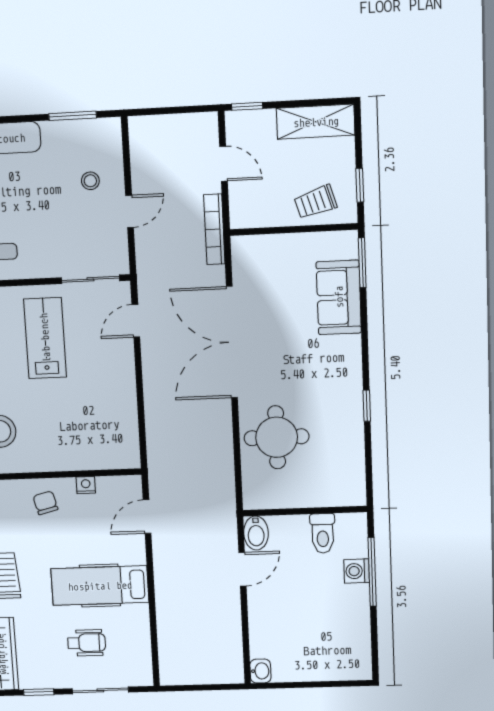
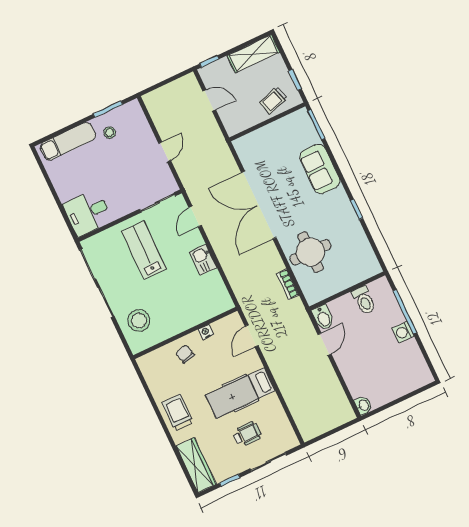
stool: (90, 181) -> (110, 133), moved
bookcase: (214, 229) -> (288, 284), moved, width x0.64
sofa: (339, 297) -> (320, 169), moved
kitchen sink: (122, 386) -> (203, 260), added
washing machine: (357, 571) -> (403, 332), moved

